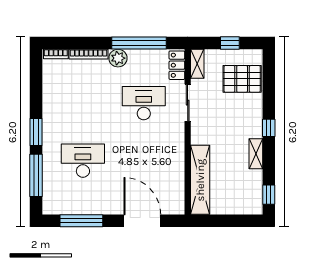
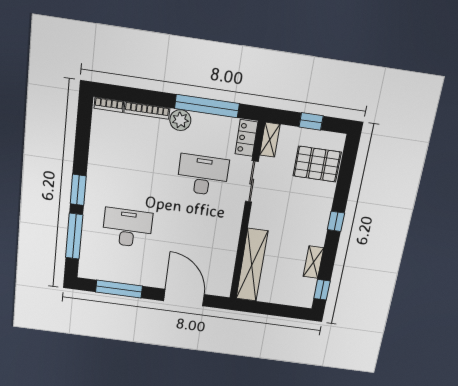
shelving: (256, 154) -> (313, 262), moved

